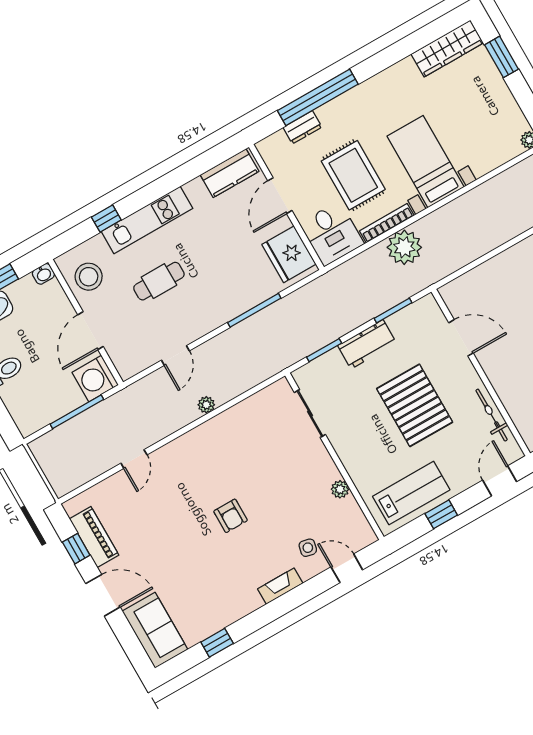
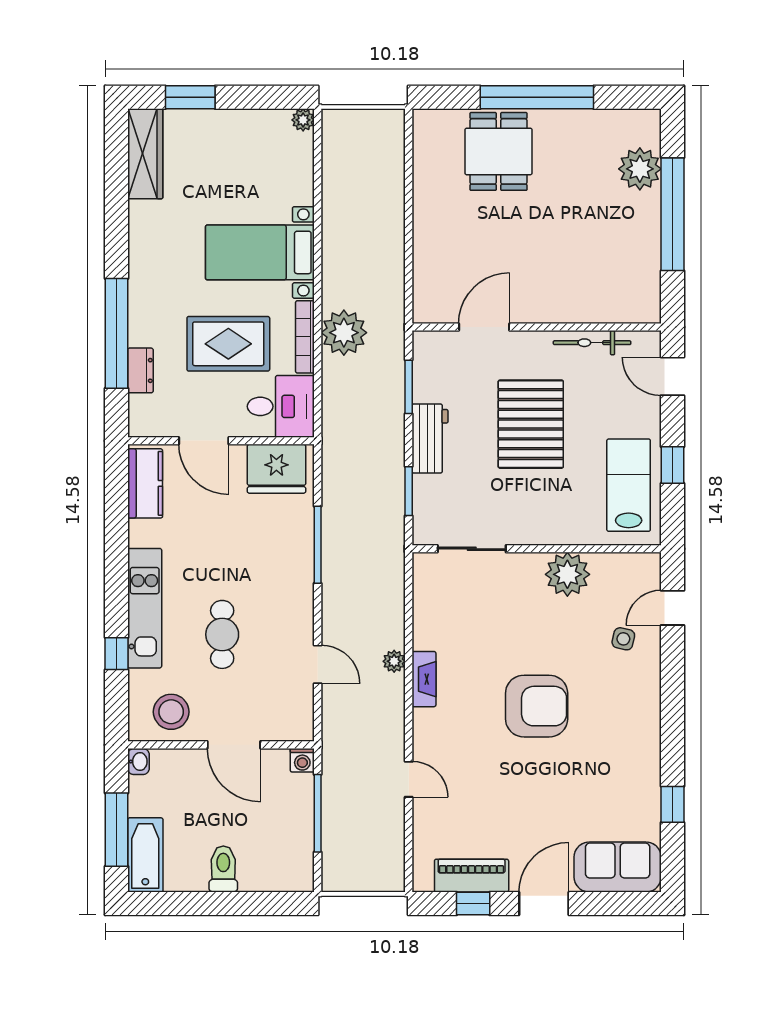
washing machine: (95, 379) -> (302, 760), width x0.53, depth x0.53
pallet: (415, 405) -> (531, 424), turned 90
plant: (340, 489) -> (567, 574), width x1.87, depth x1.87
armchair: (231, 516) -> (537, 706), width x1.88, depth x1.88
fireplace: (280, 586) -> (424, 679), moved, turned 180

